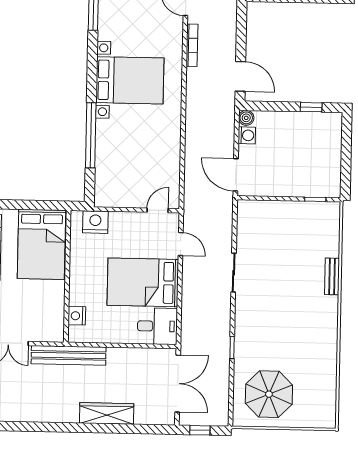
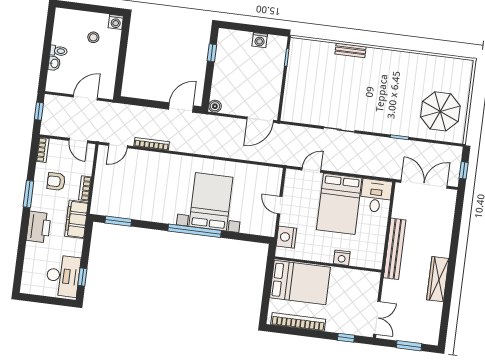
bed with nightstands: (130, 80) -> (211, 202), moved
window: (91, 135) -> (195, 231), moved
washing machine: (247, 135) -> (260, 40), moved, turned 180
door: (158, 210) -> (280, 205), moved
nightstand: (77, 316) -> (342, 258), moved
bench: (69, 355) -> (395, 249), moved
wardrobe: (107, 413) -> (438, 279), moved

